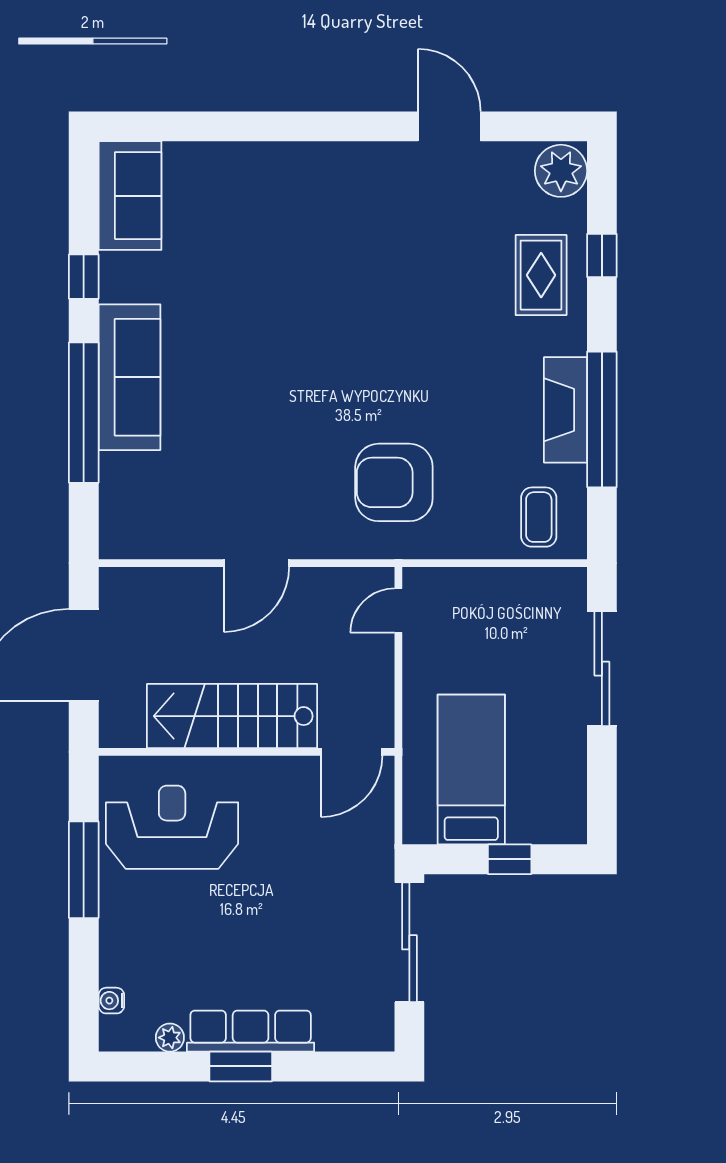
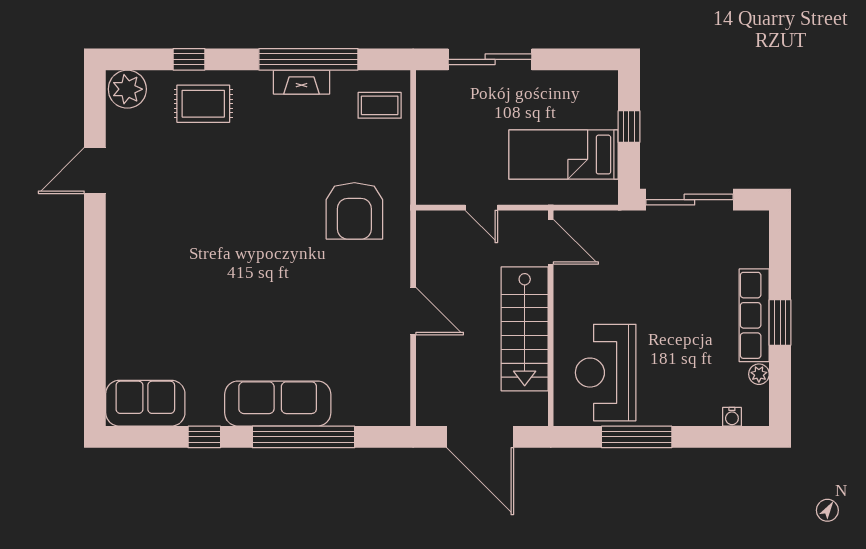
fireplace: (565, 410) -> (301, 82), width x0.73, depth x0.76
door: (398, 611) -> (481, 208), moved

